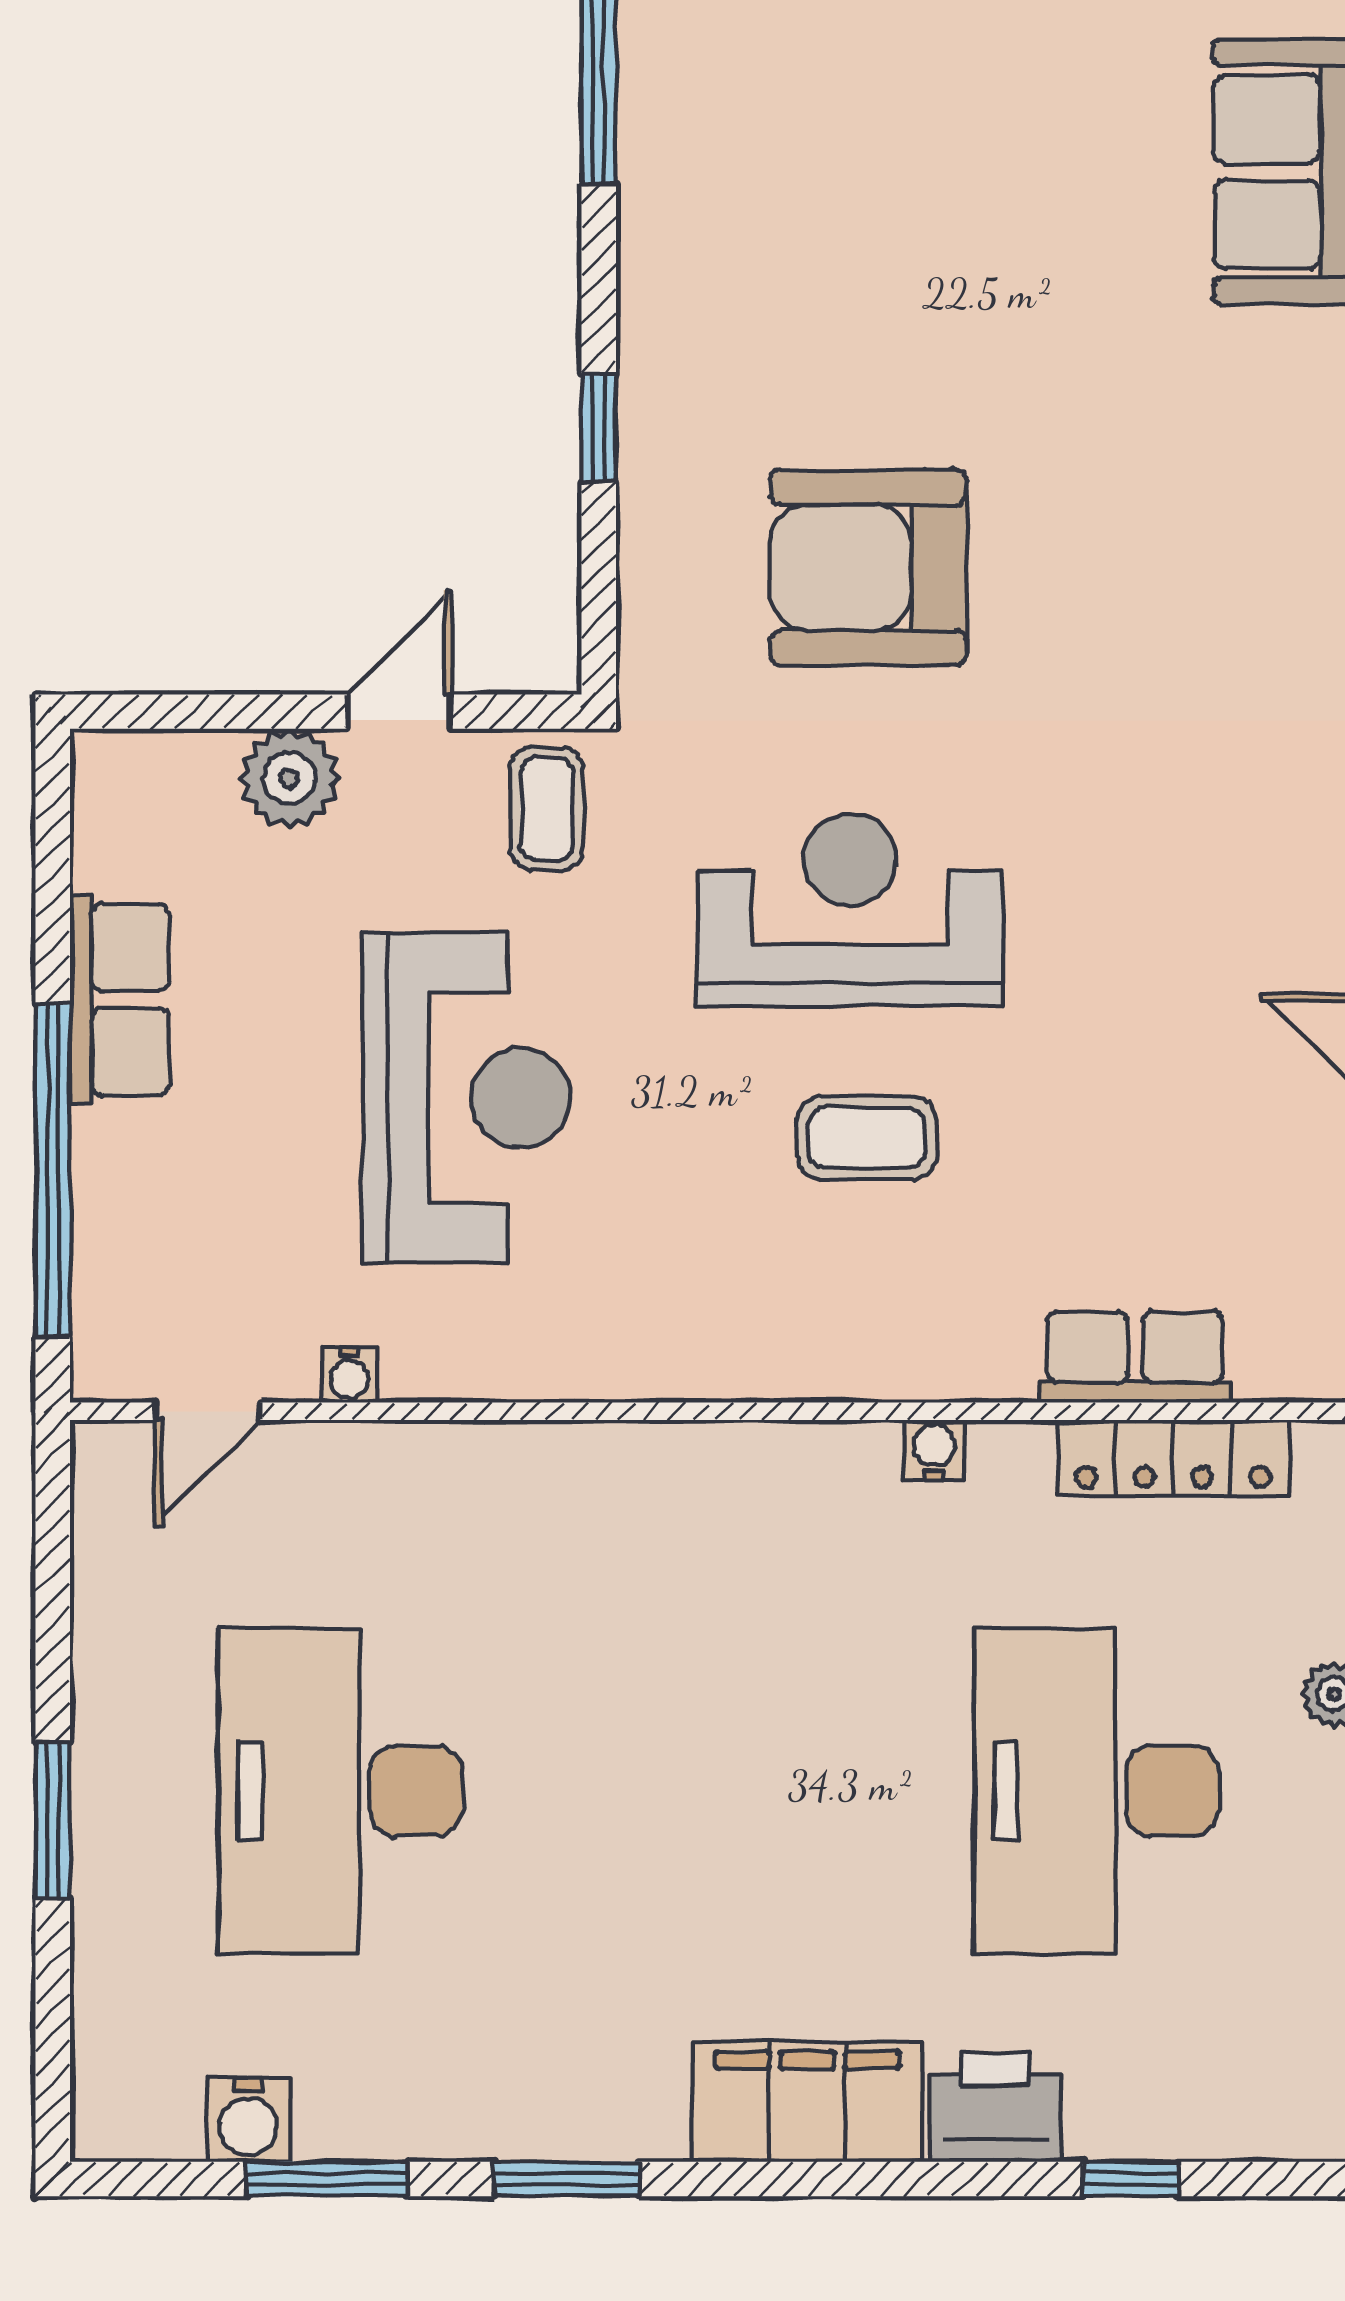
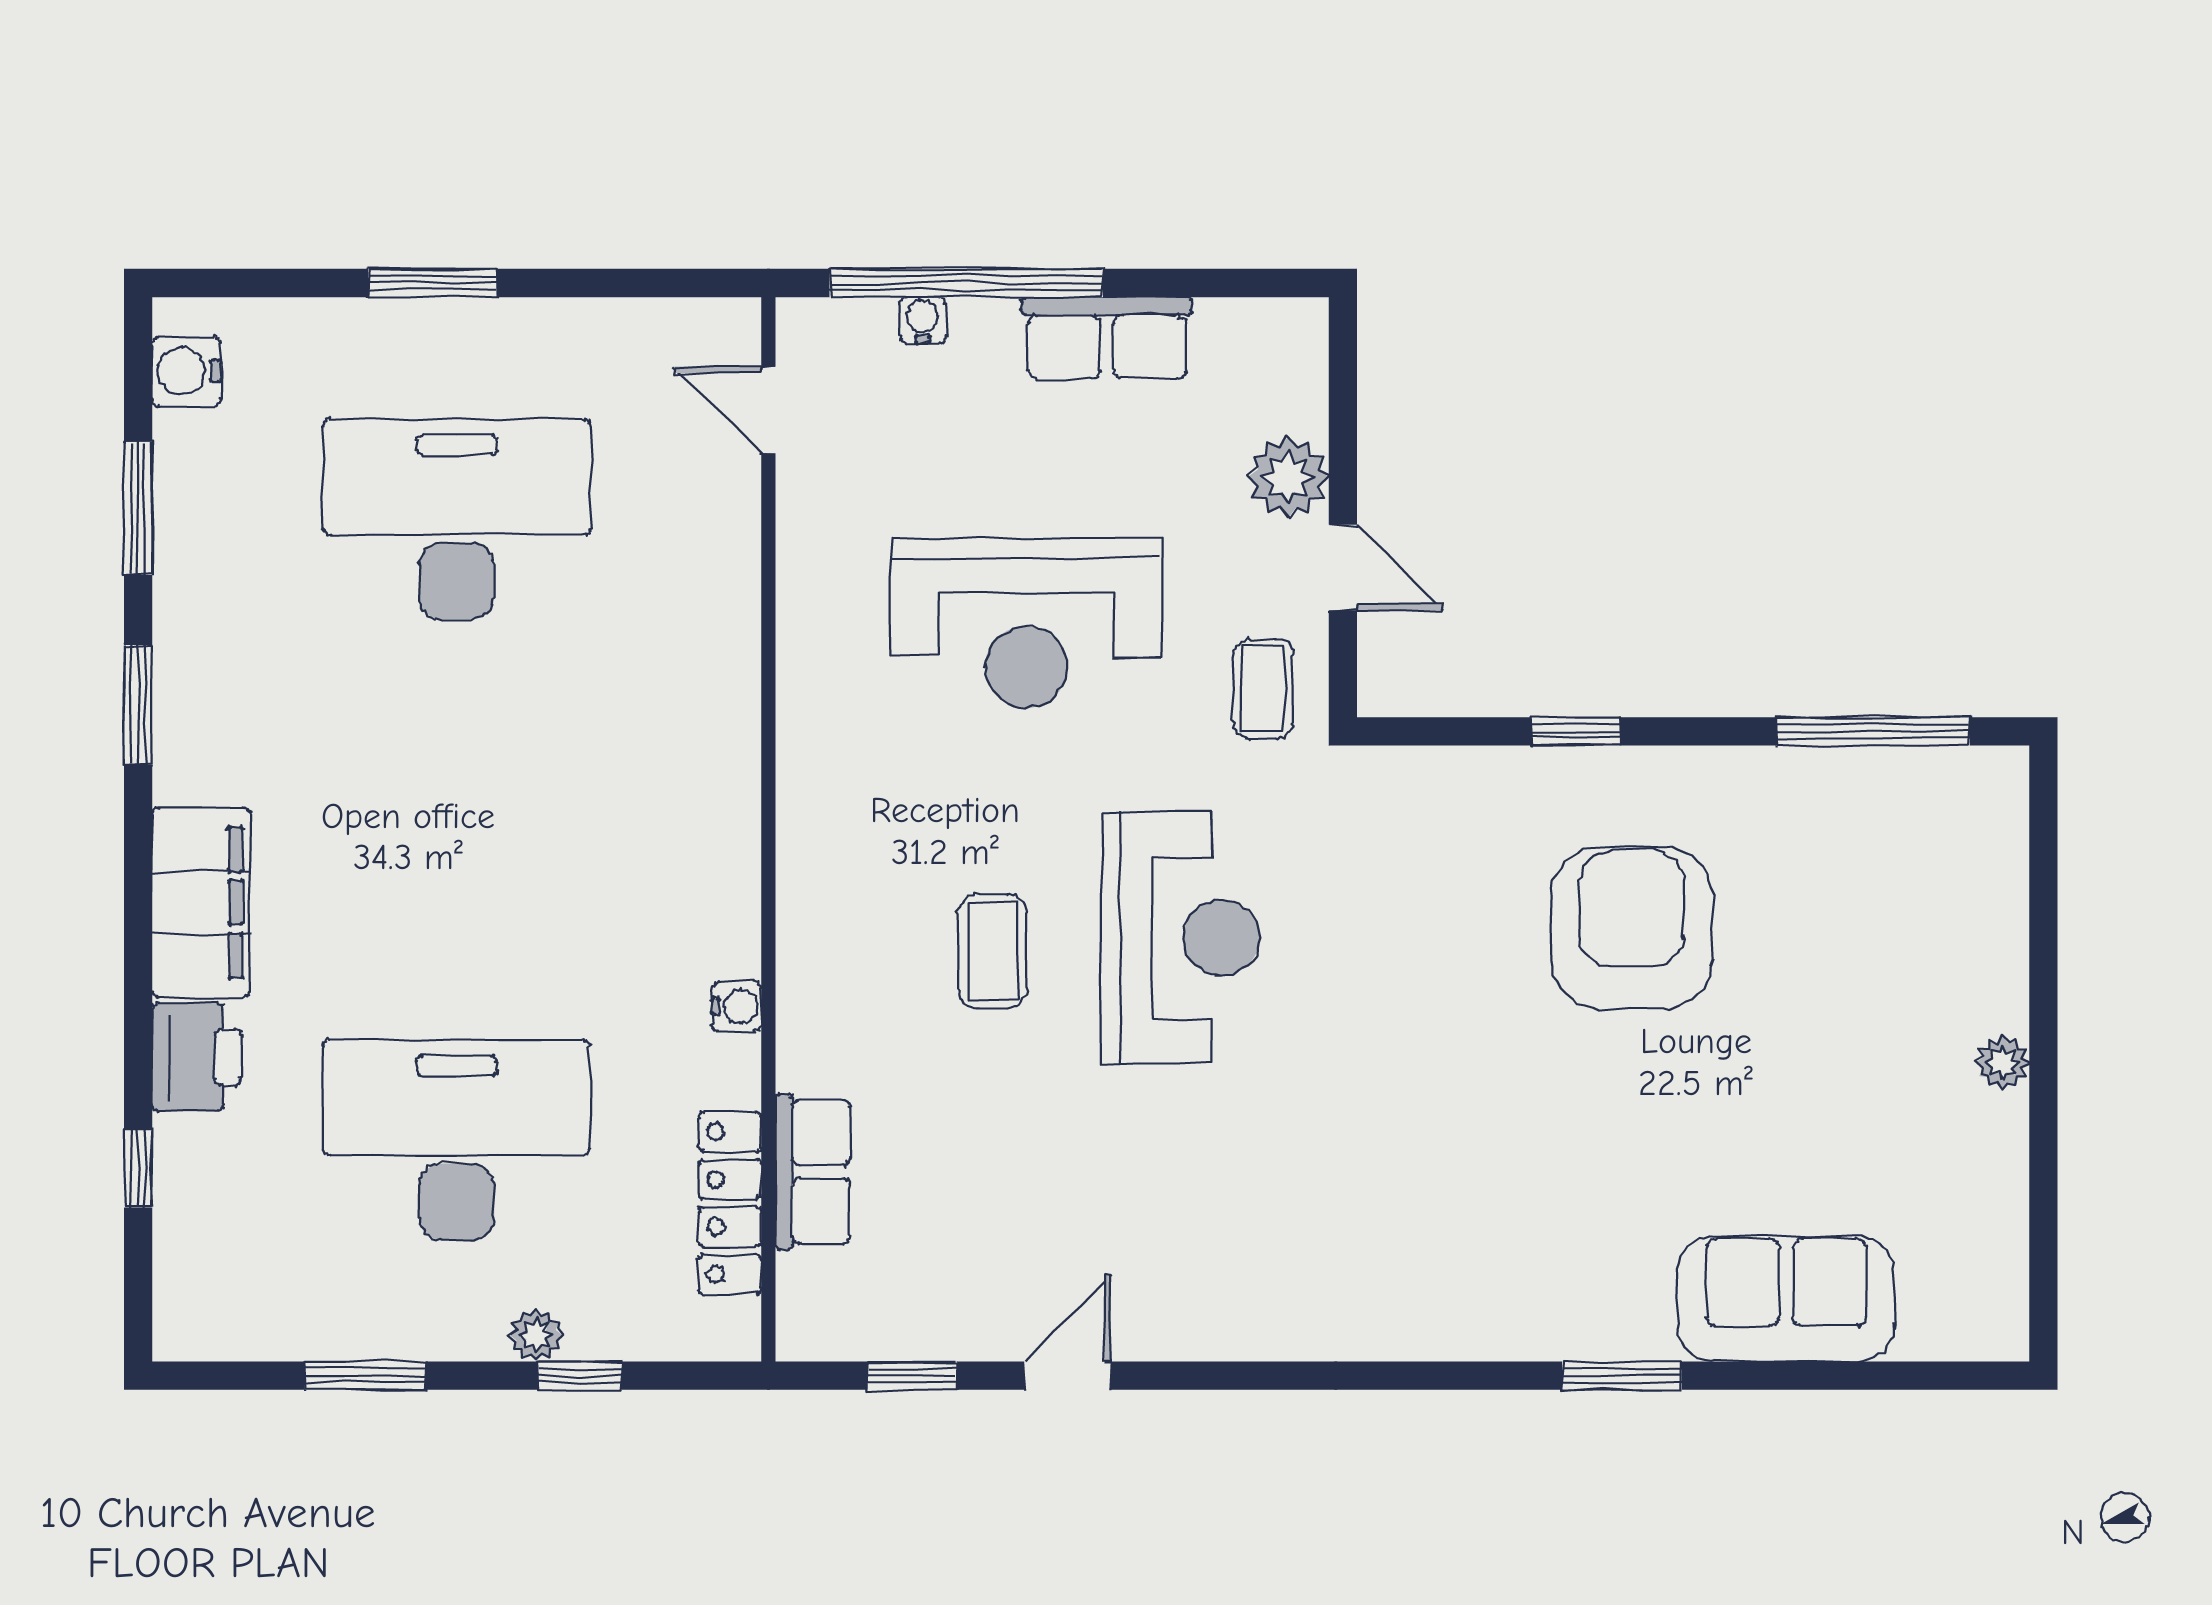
armchair: (868, 567) -> (1632, 928), moved
coffee table: (547, 809) -> (1263, 689), turned 90
water cooler: (349, 1375) -> (923, 320), moved, turned 90
water cooler: (248, 2120) -> (187, 371), moved

